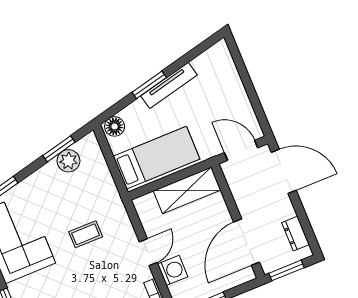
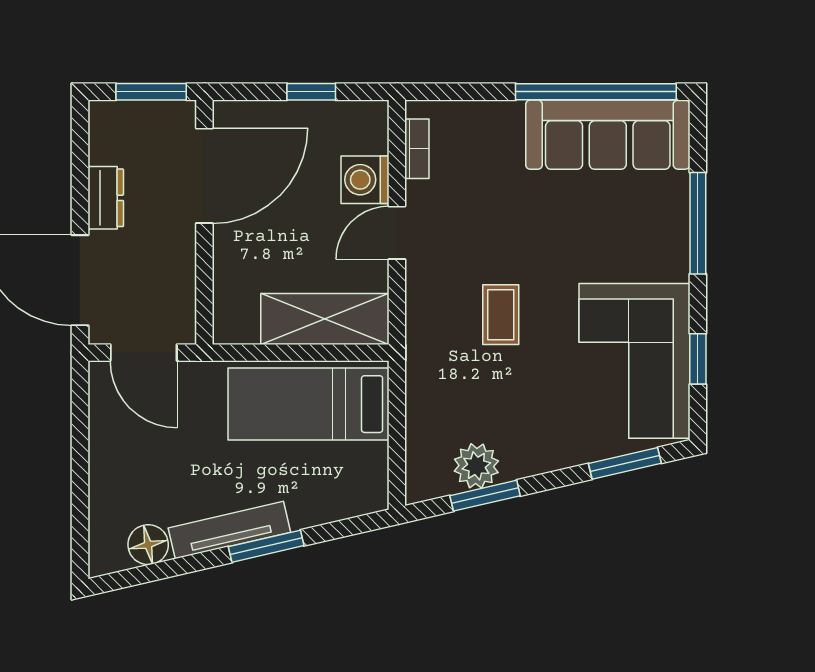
floor lamp: (115, 126) -> (148, 545), moved
shelving: (187, 190) -> (325, 319), moved
coffee table: (86, 234) -> (501, 315), turned 90
dresser: (296, 234) -> (106, 198), moved

